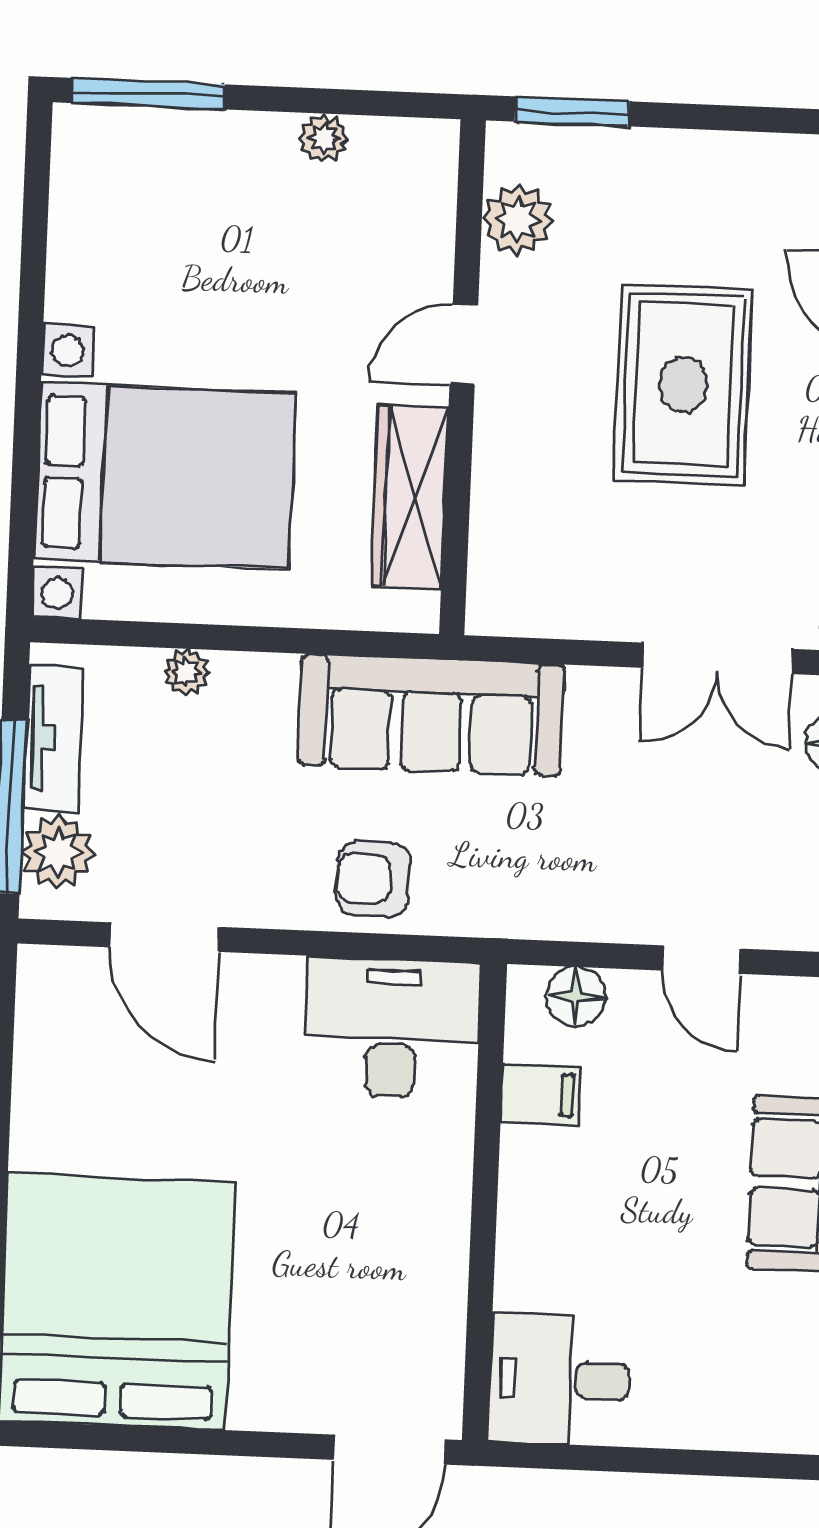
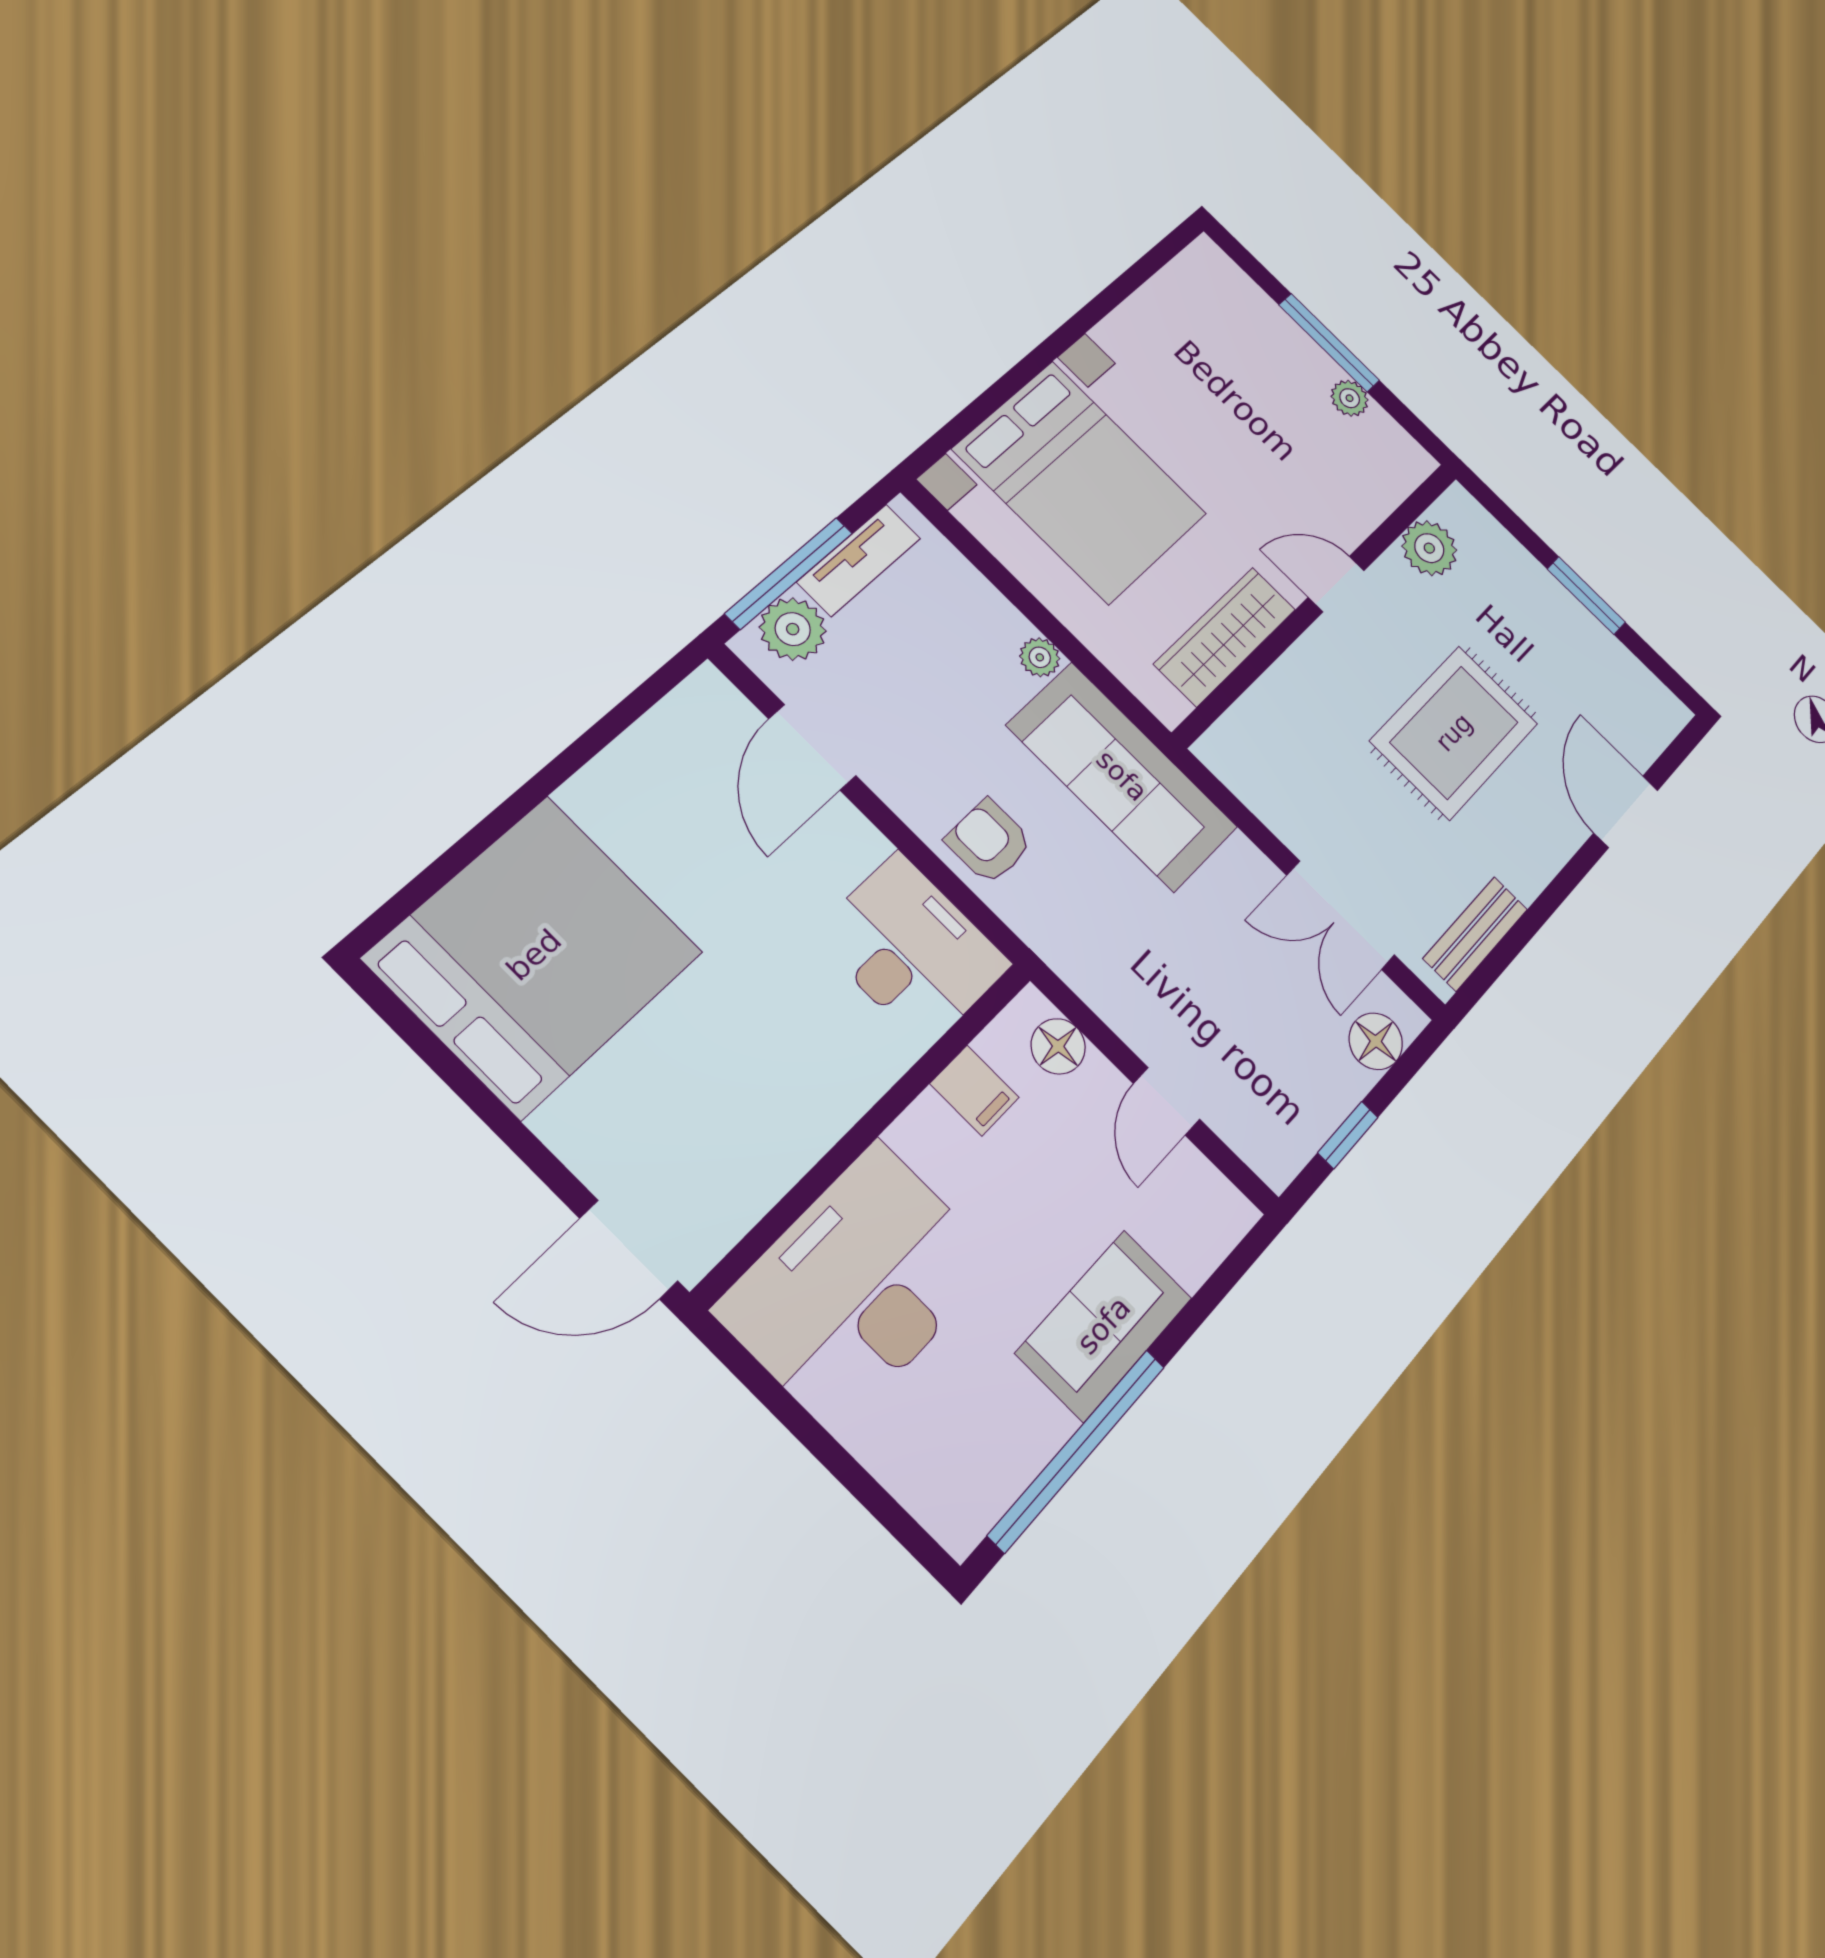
window: (148, 94) -> (1329, 343), moved
window: (572, 111) -> (1586, 596), moved
plant: (186, 672) -> (1040, 657), moved
desk: (559, 1380) -> (858, 1286), width x1.87, depth x1.30

